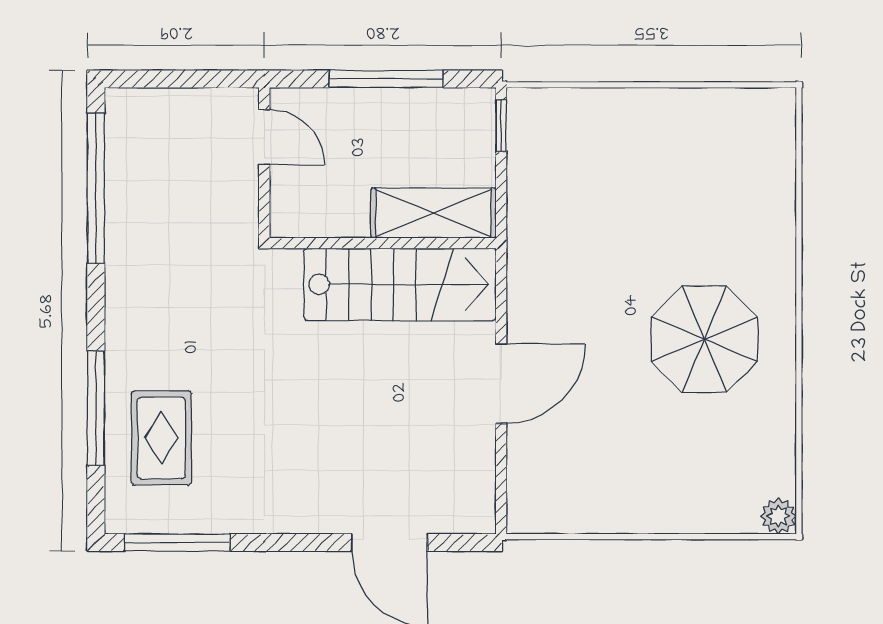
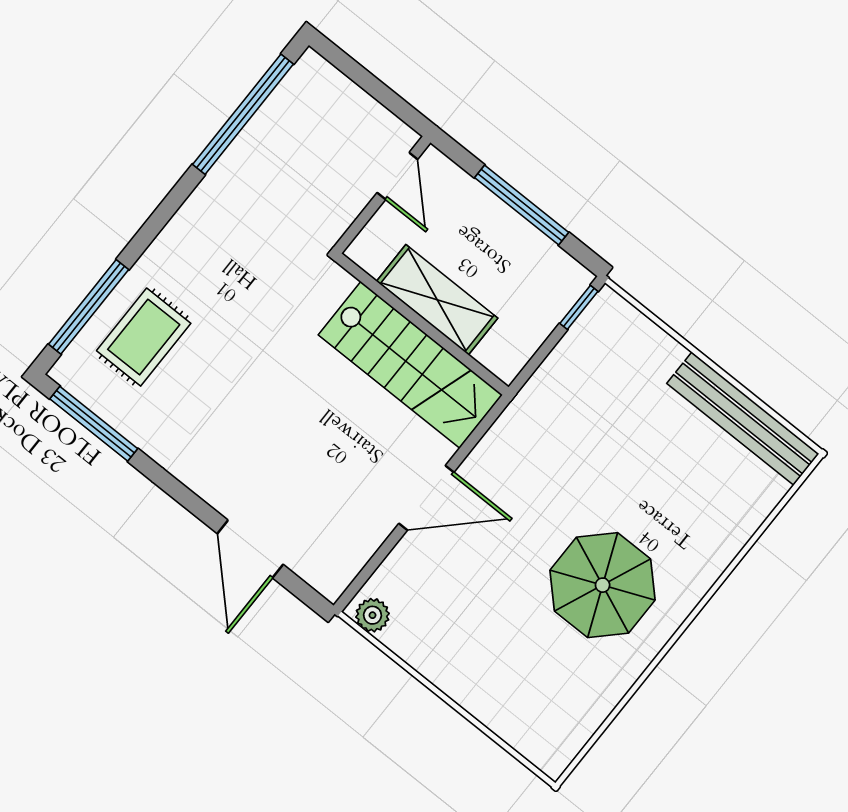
bench: (710, 109) -> (743, 419), added
shelving: (434, 213) -> (437, 300), moved
window: (96, 408) -> (89, 307), moved
plant: (778, 516) -> (373, 615), moved

